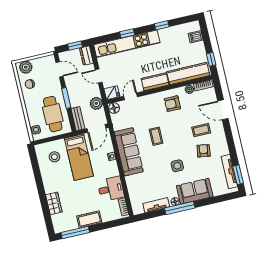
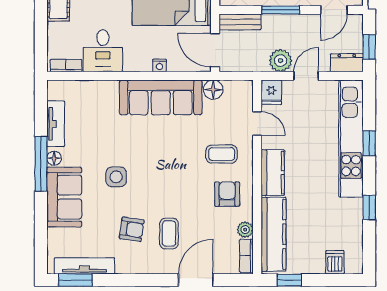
plant: (96, 103) -> (280, 61), moved
floor lamp: (114, 108) -> (213, 90), moved
coffee table: (156, 136) -> (222, 154), moved

